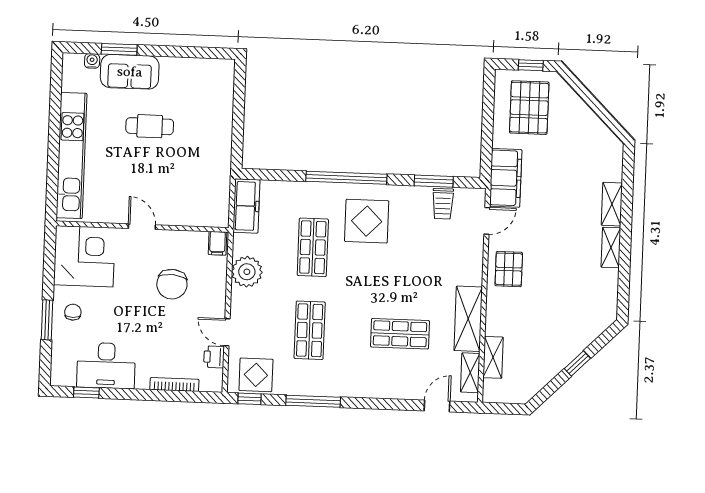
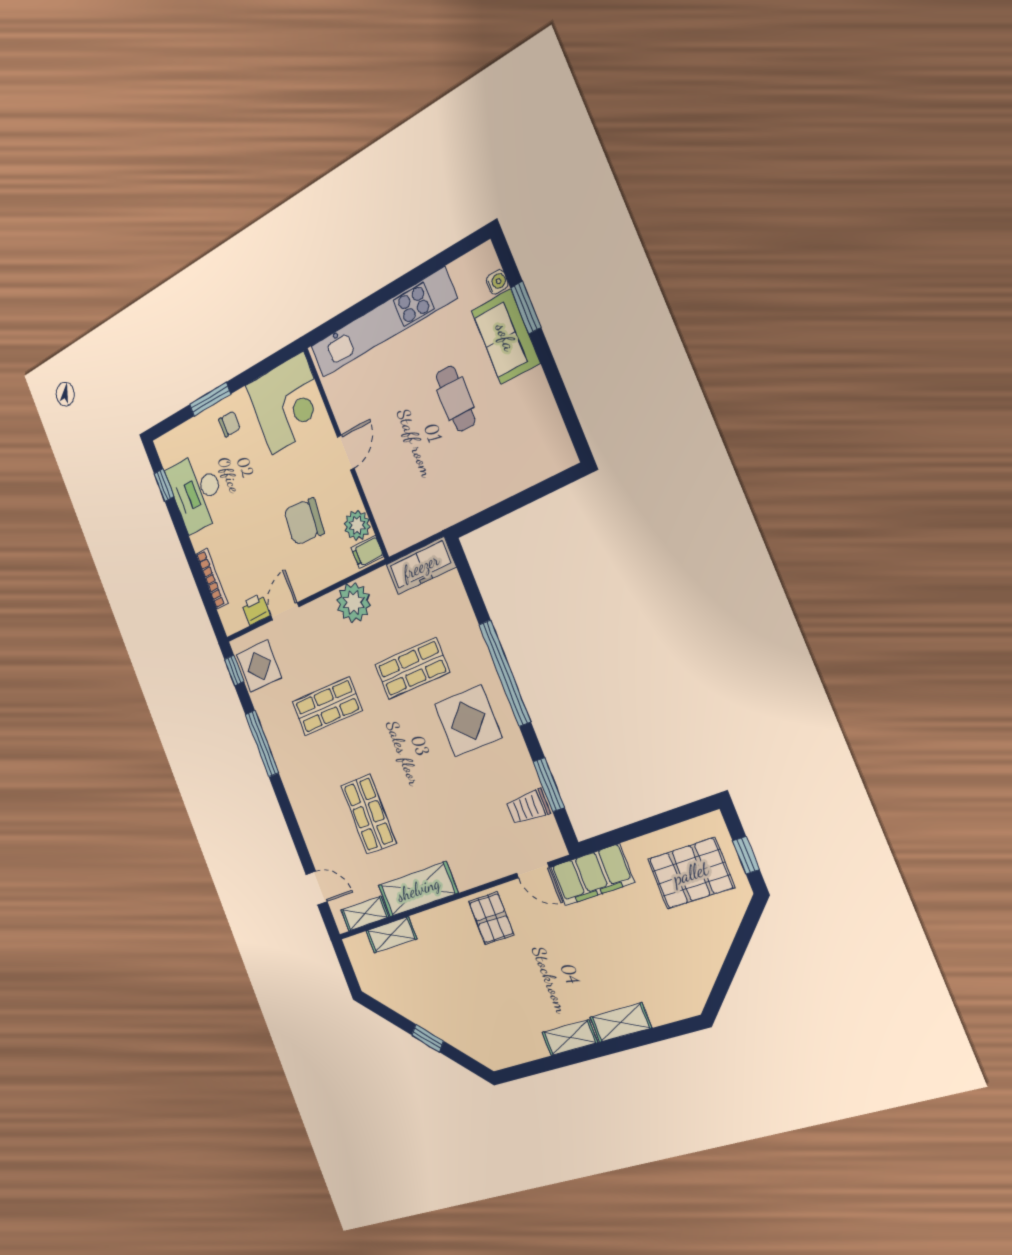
plant: (195, 242) -> (357, 525), added
pallet: (509, 269) -> (491, 918), turned 90

